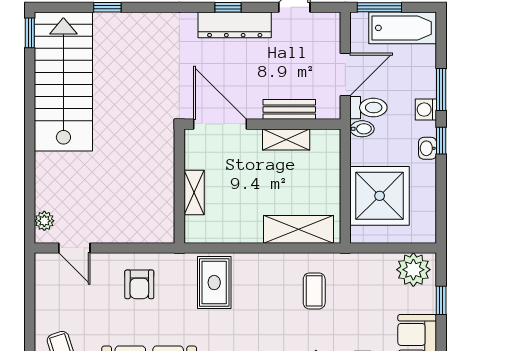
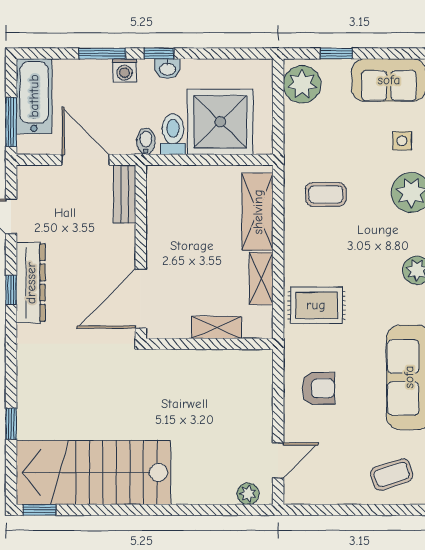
toilet: (368, 108) -> (173, 134), moved
bench: (289, 109) -> (124, 194), moved
shelving: (286, 139) -> (261, 279), moved

